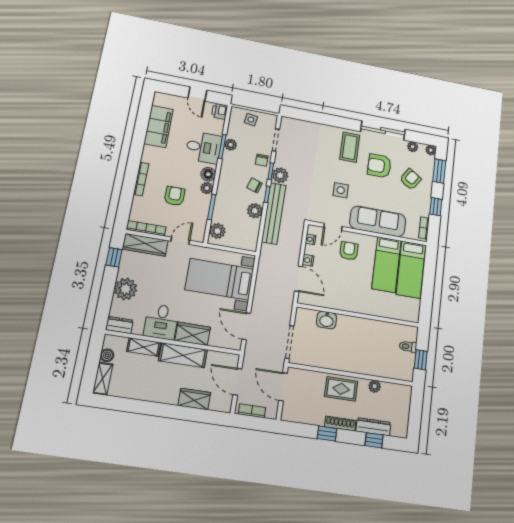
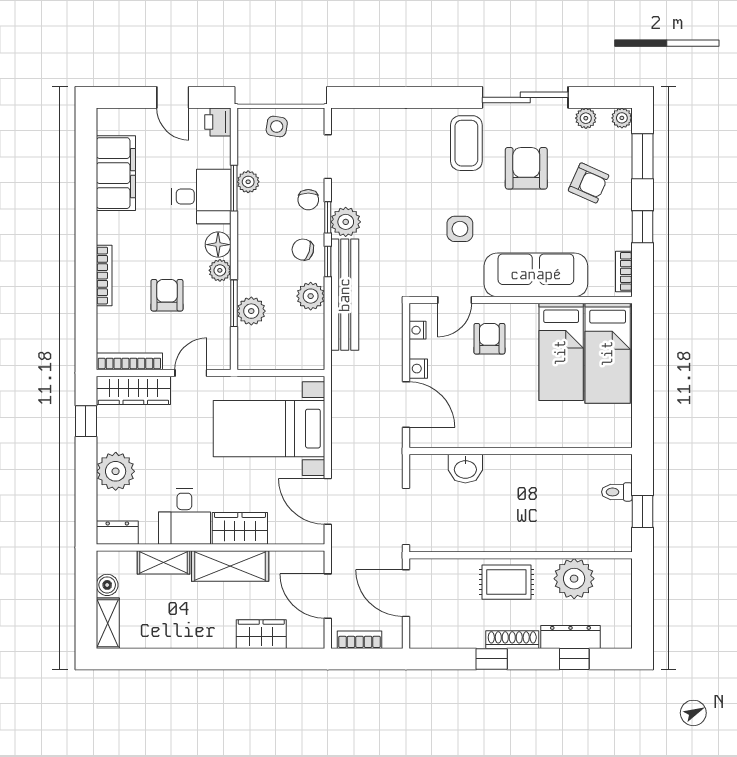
armchair: (379, 166) -> (526, 168), turned 90
armchair: (410, 179) -> (589, 183), turned 81
plant: (217, 231) -> (251, 311), moved
plant: (375, 386) -> (574, 579), width x1.87, depth x1.87

